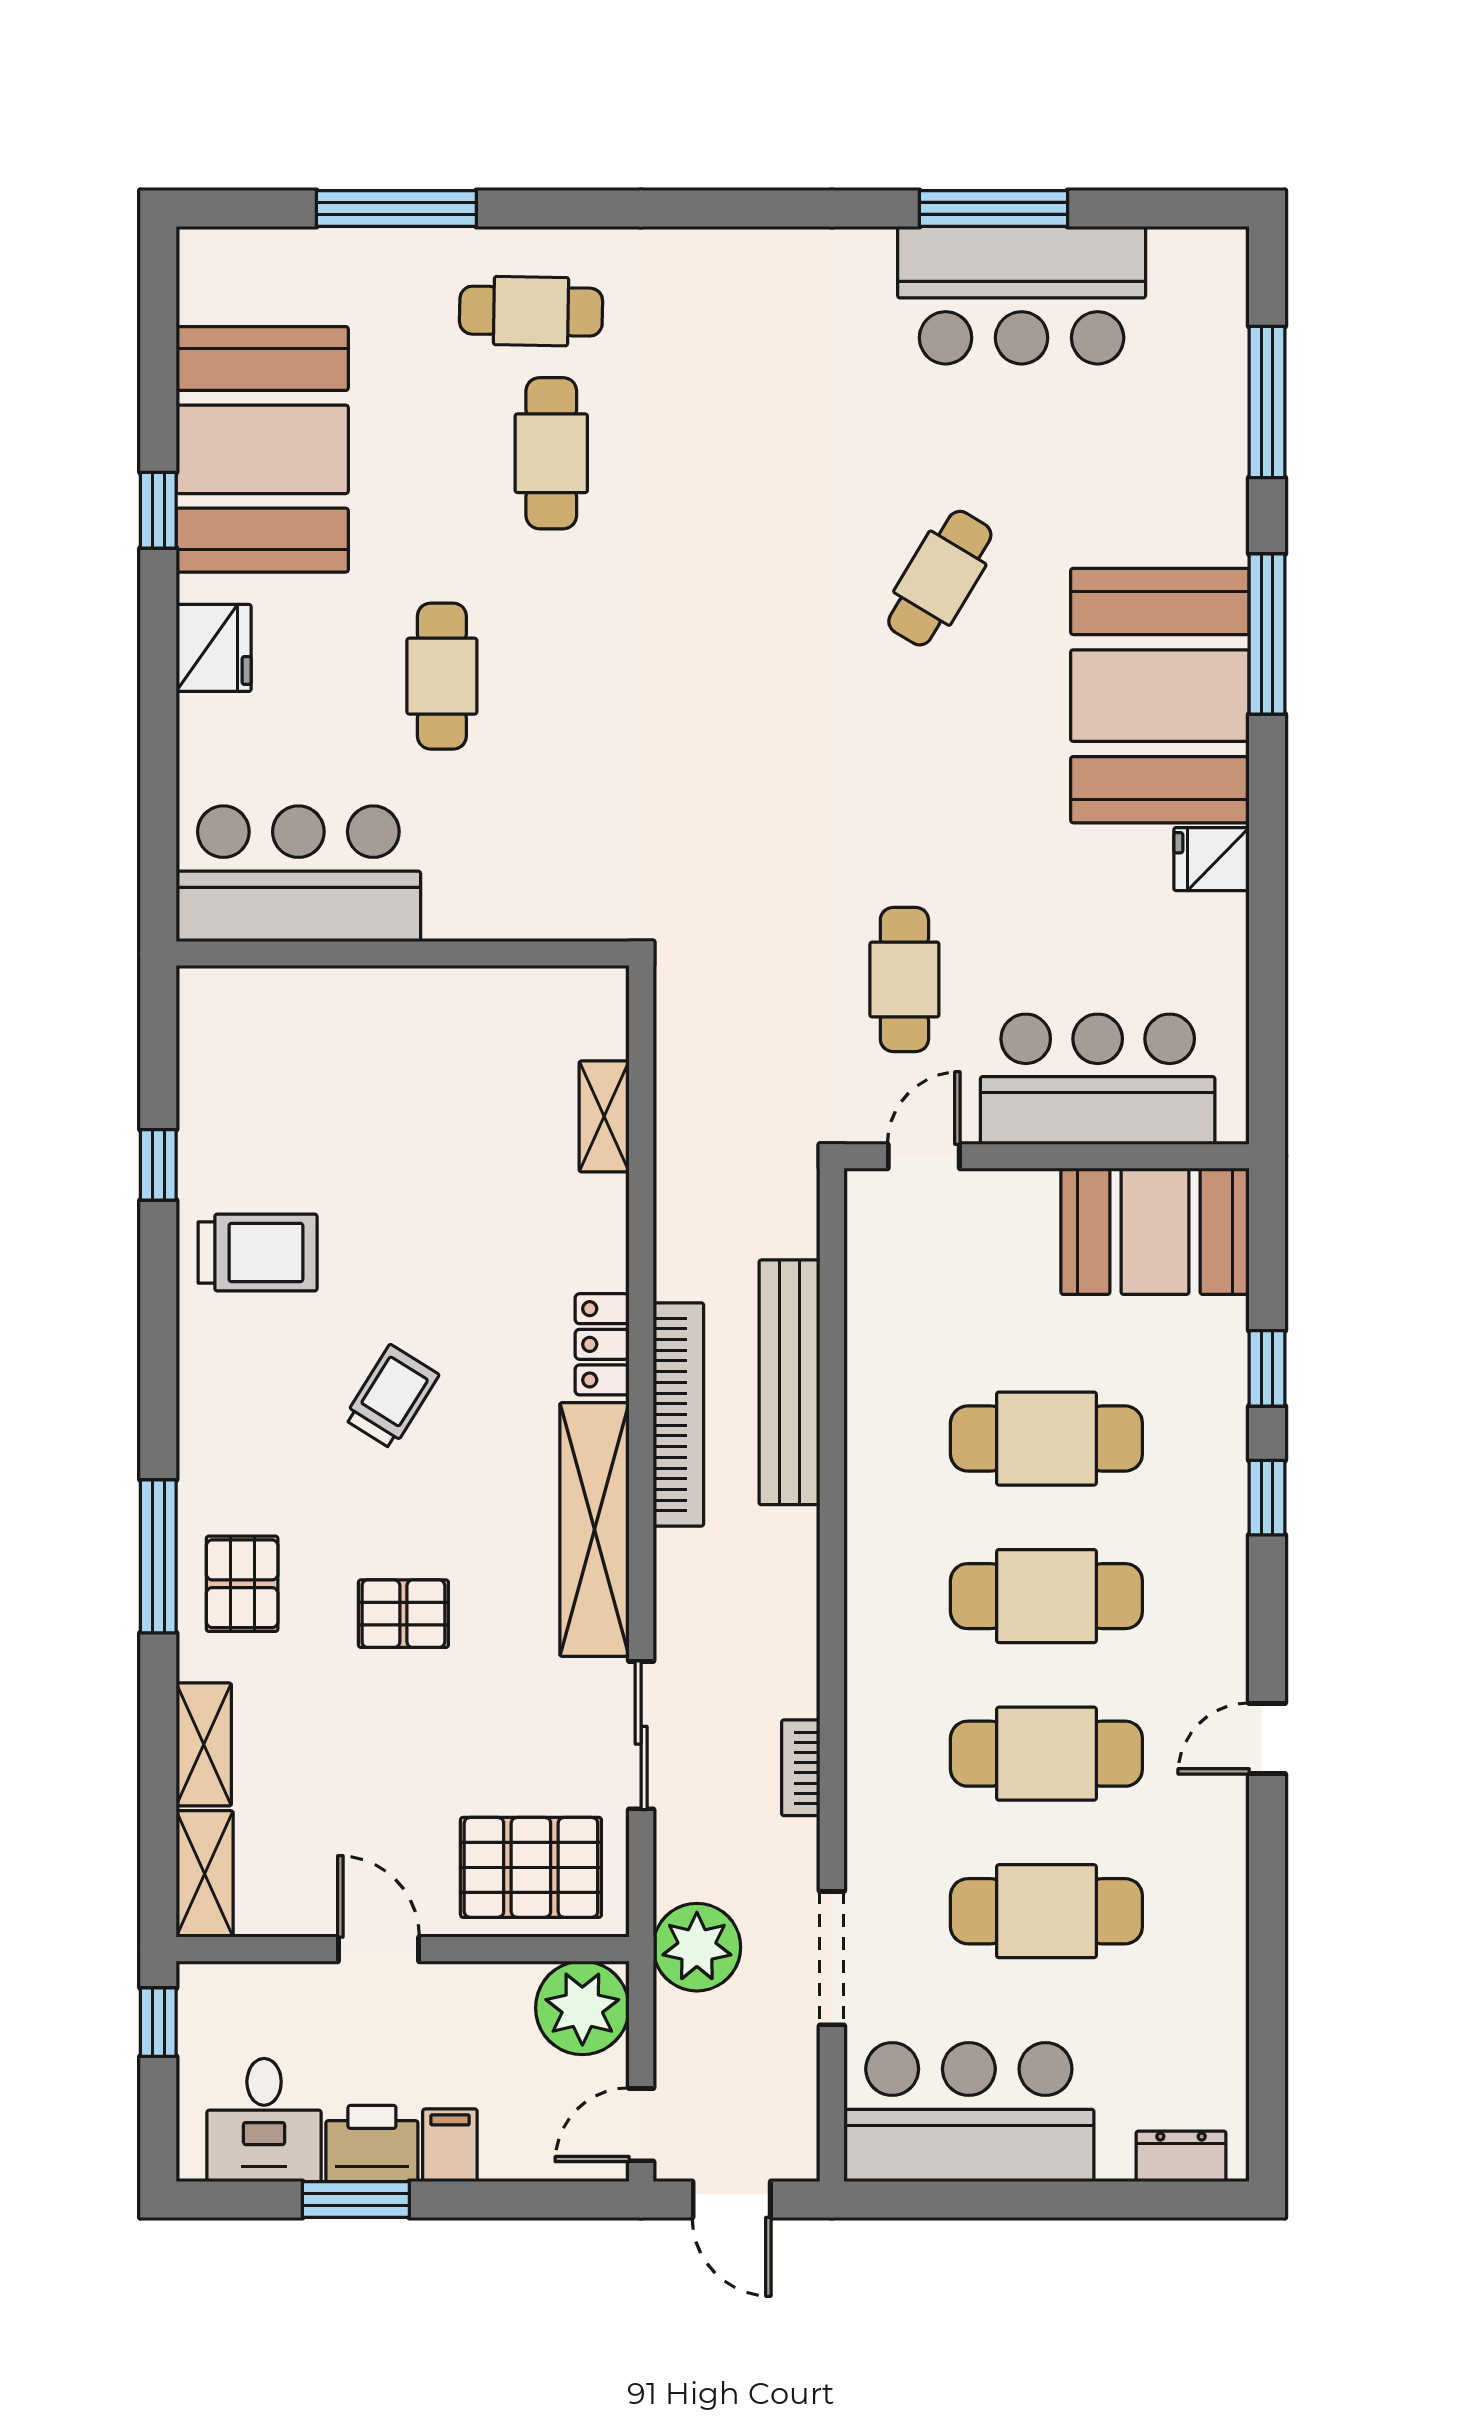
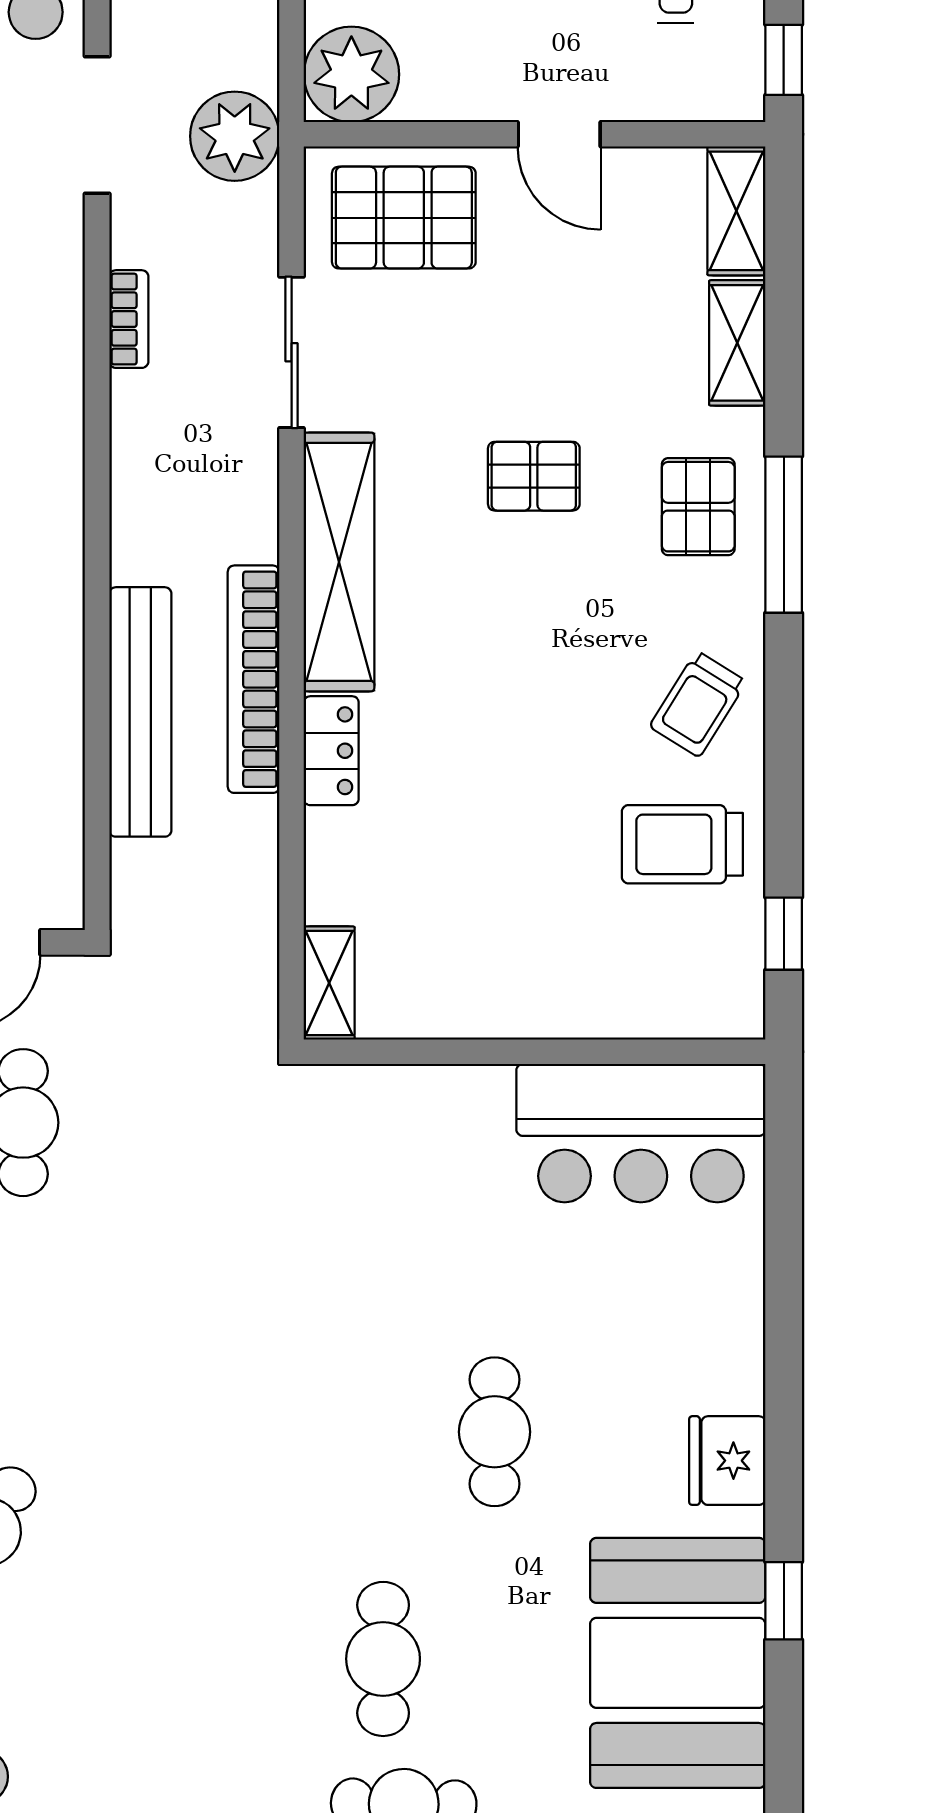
bar counter: (298, 874) -> (641, 1133), moved
wall: (403, 954) -> (535, 1052), moved
trolley: (391, 1397) -> (698, 704), moved

